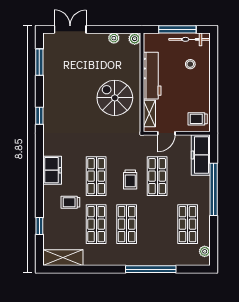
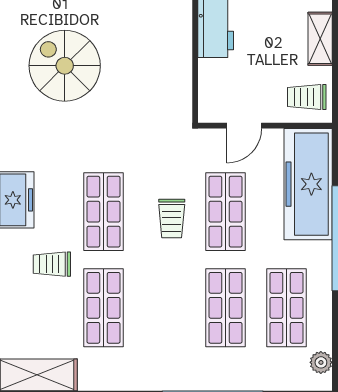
spiral stairs: (115, 98) -> (65, 66), moved
shelving: (149, 114) -> (320, 39), moved
freezer: (201, 155) -> (308, 184), width x1.36, depth x1.26
shop shelf: (127, 224) -> (226, 308), moved

